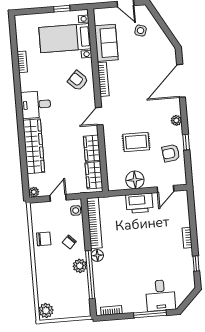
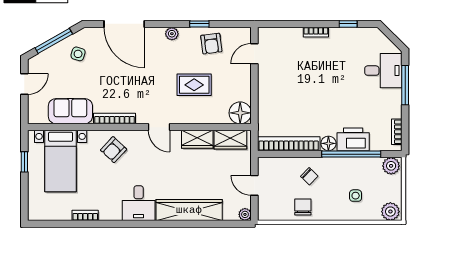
window: (163, 25) -> (54, 41), added
side table: (141, 31) -> (78, 54), moved
rug: (136, 142) -> (194, 85), turned 90
floor lamp: (135, 180) -> (240, 113), moved
door: (165, 189) -> (254, 54), swing flipped
printer: (139, 203) -> (353, 139), moved, turned -90
side table: (76, 210) -> (356, 196), moved
plant: (80, 266) -> (391, 166), moved

